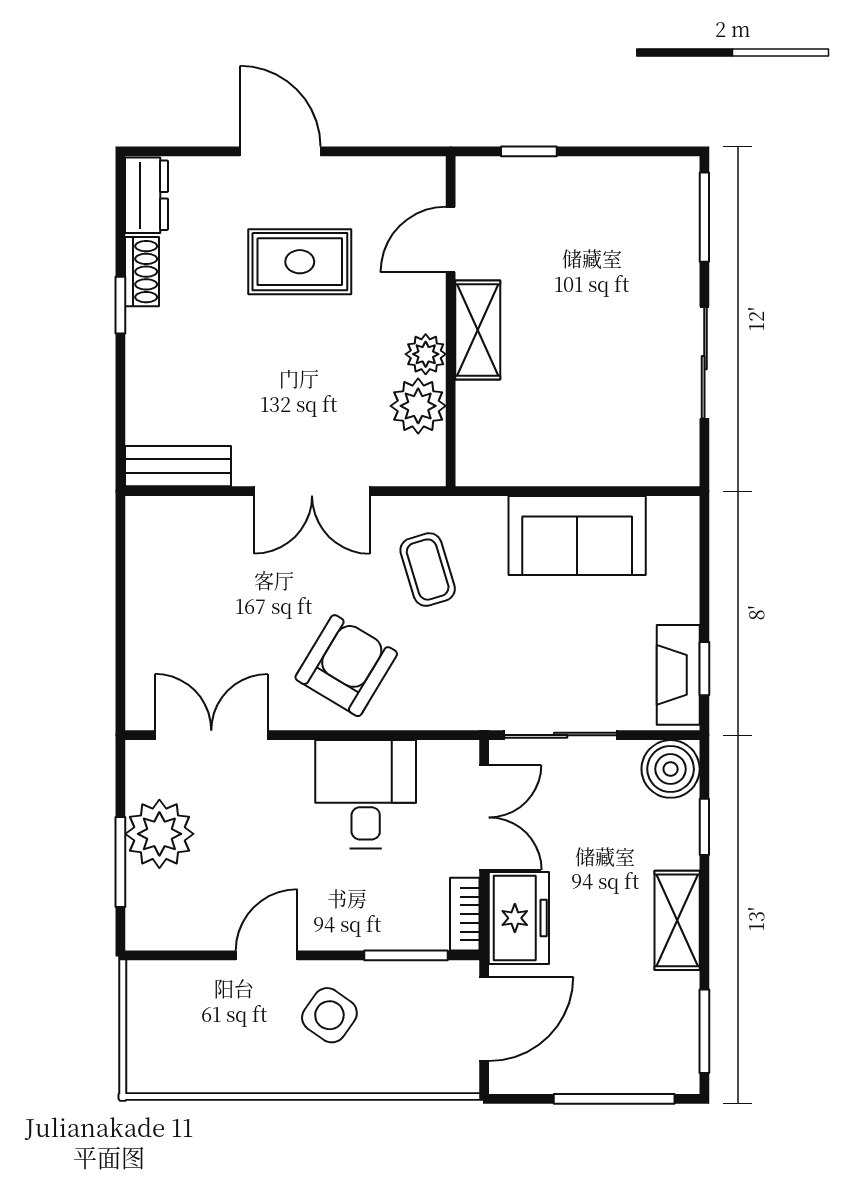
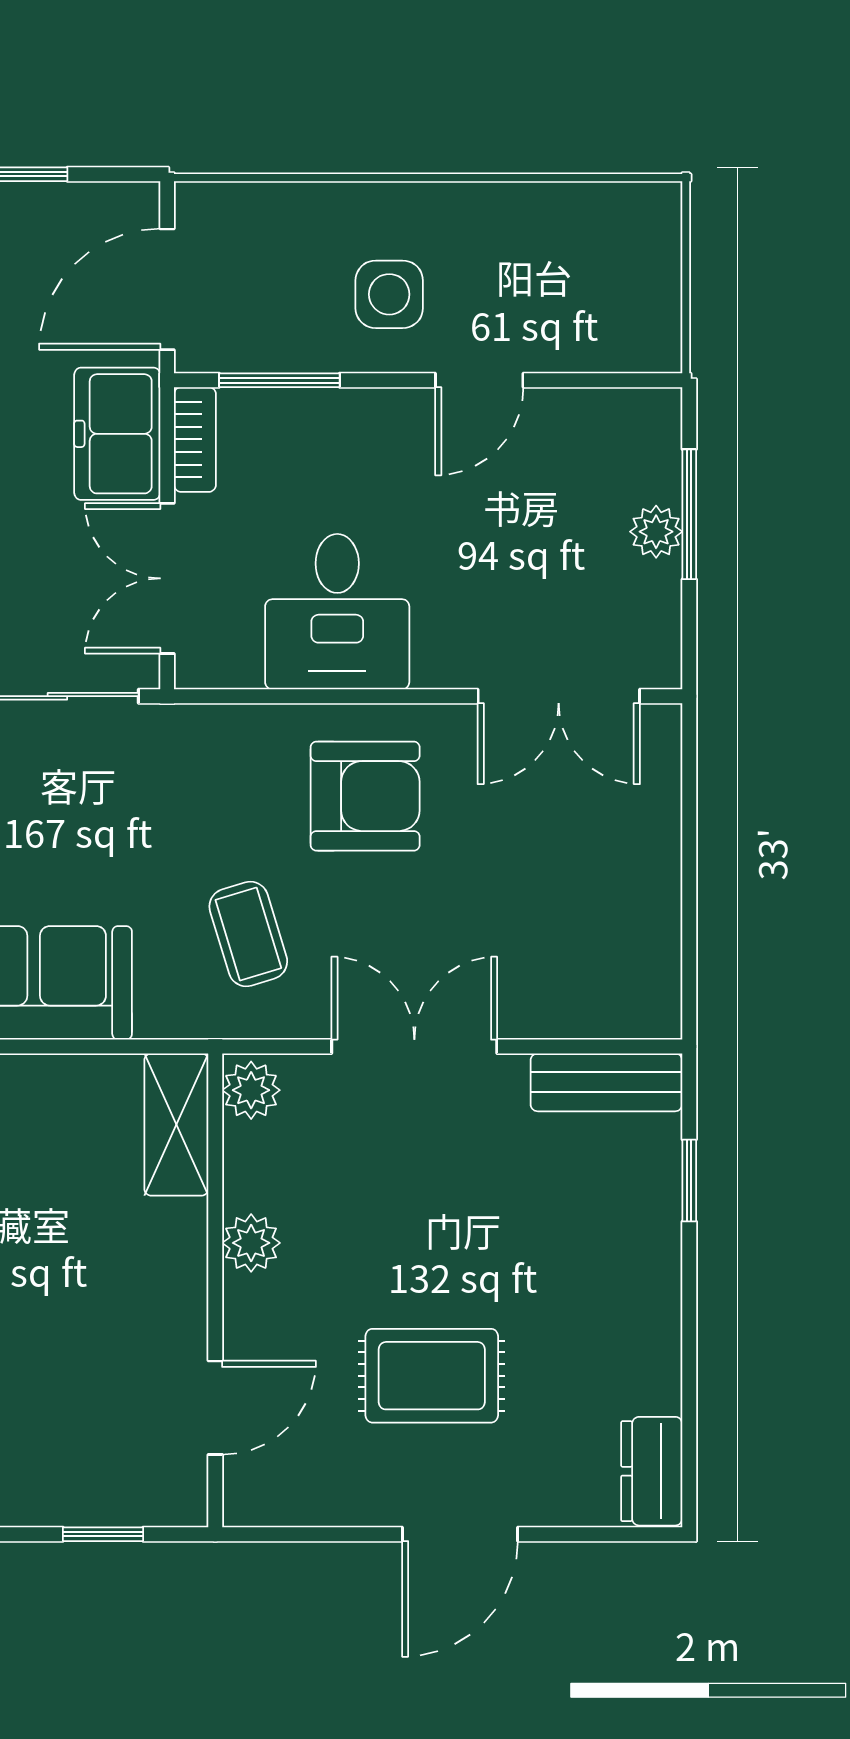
door: (280, 151) -> (460, 1534), hinge flipped
shoe rack: (142, 272) -> (658, 1362), removed
window: (120, 305) -> (689, 1181), moved
shelving: (478, 330) -> (176, 1125), moved
plant: (418, 406) -> (251, 1090), moved, width x0.73, depth x0.73
armchair: (346, 666) -> (365, 796), turned -121
plant: (159, 834) -> (656, 532), width x0.53, depth x0.53
side table: (329, 1015) -> (389, 294), turned -35

